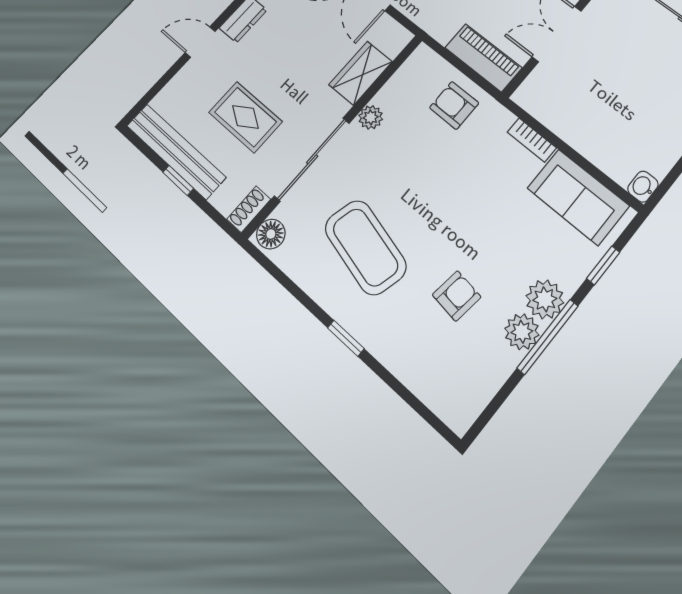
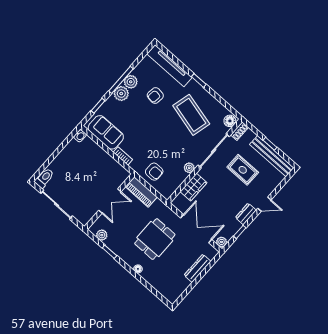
tv unit: (421, 378) -> (170, 66), added

